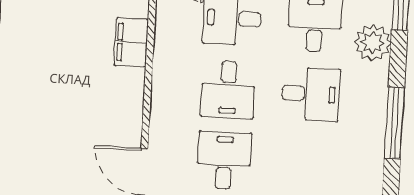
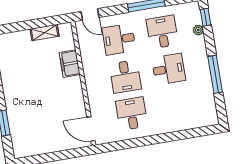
plant: (373, 43) -> (198, 30), width x0.53, depth x0.53

